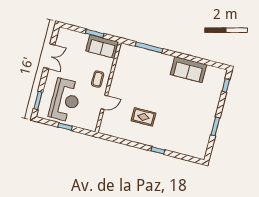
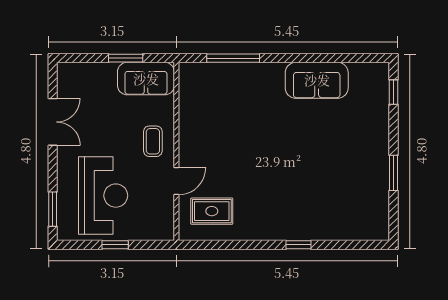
rug: (143, 117) -> (212, 211), moved

